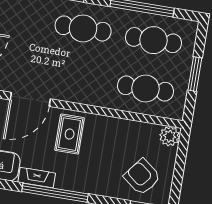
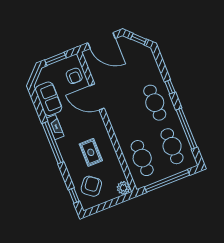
window: (195, 74) -> (167, 181), width x2.11
rug: (70, 134) -> (91, 152), moved, turned 90

